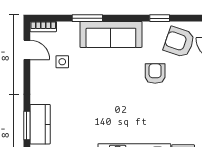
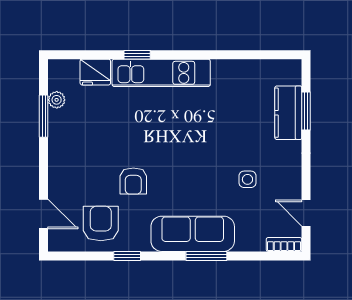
window: (87, 18) -> (206, 256), moved
armchair: (179, 42) -> (101, 224), turned -109
side table: (62, 62) -> (247, 179), moved

